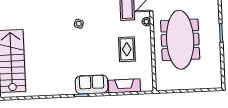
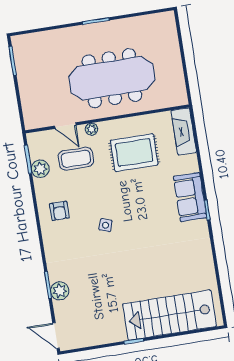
rug: (127, 49) -> (134, 153), width x1.36, depth x1.43
fireplace: (124, 86) -> (184, 131), moved

